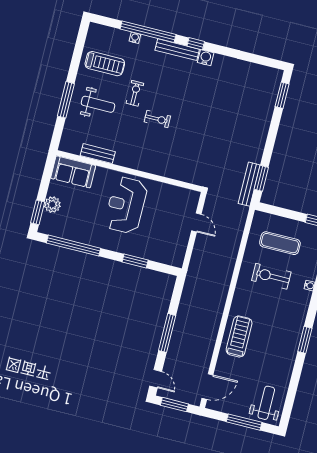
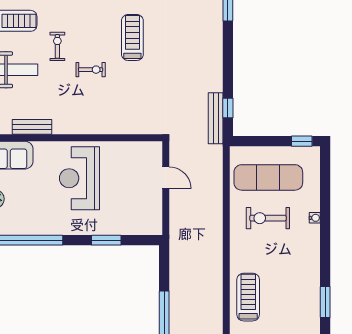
treadmill: (198, 101) -> (132, 37), added
window: (261, 178) -> (228, 108), width x0.67
exercise mat: (280, 243) -> (268, 177), width x1.36, depth x1.45
window: (305, 340) -> (325, 302), moved

